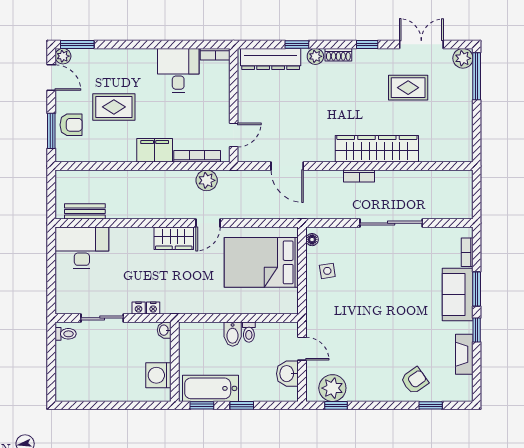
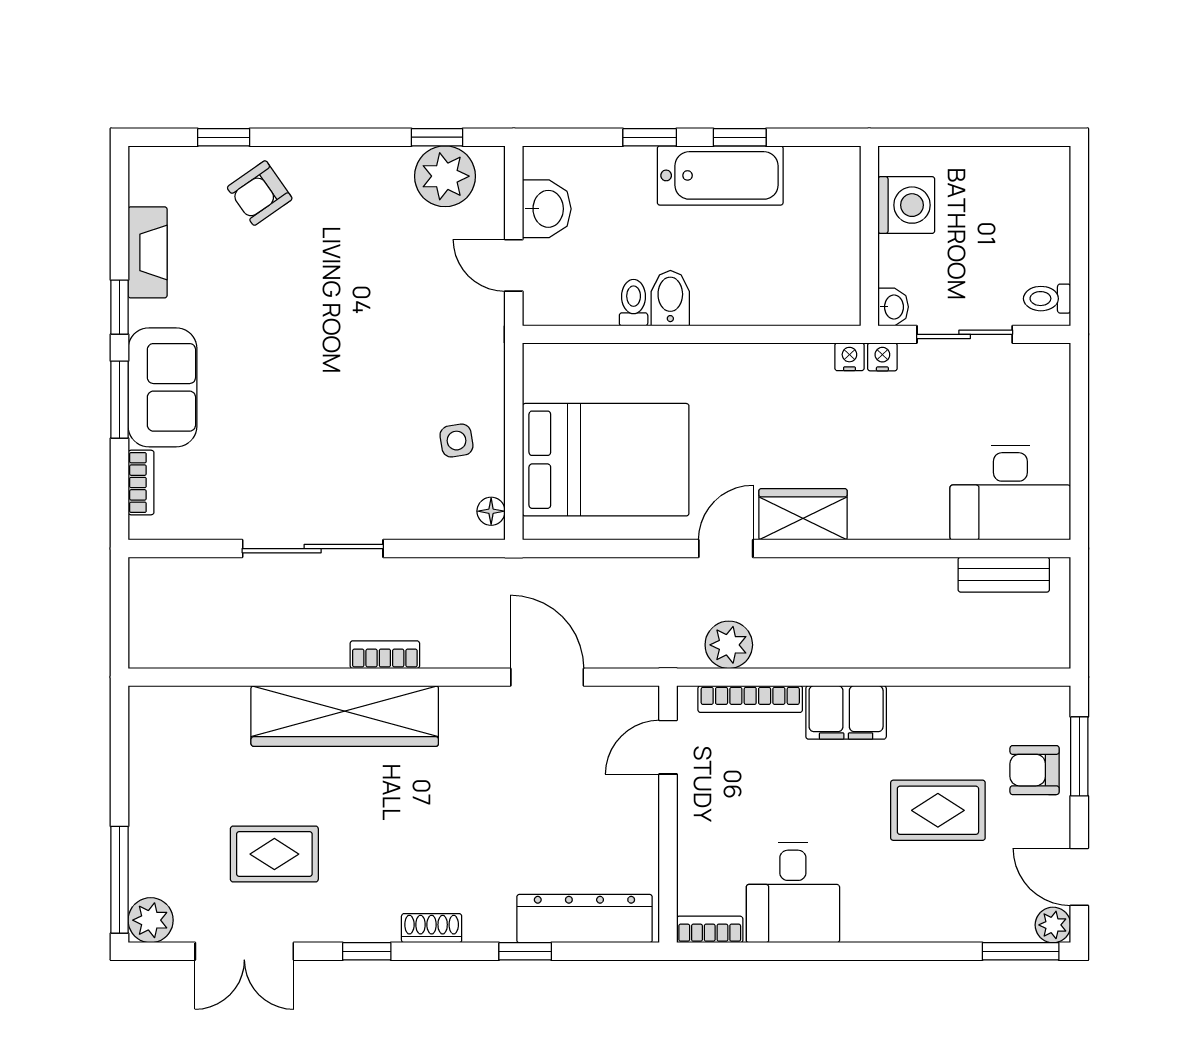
plant: (315, 56) -> (483, 924), removed
washbasin: (164, 330) -> (893, 307), moved
wall: (175, 362) -> (869, 236), moved
washing machine: (158, 375) -> (906, 205), moved

